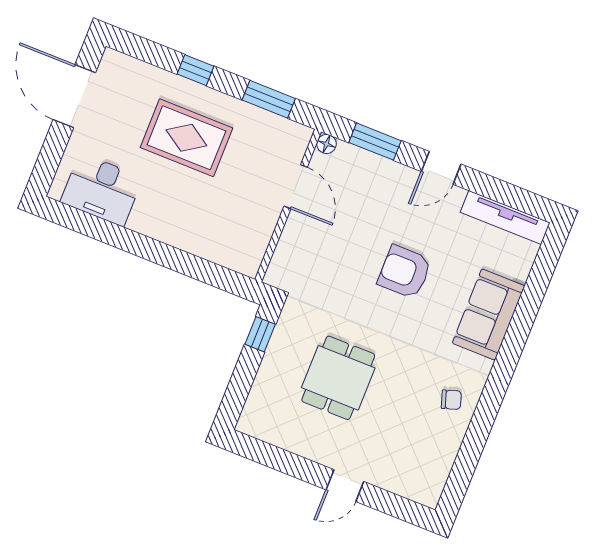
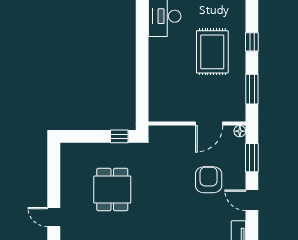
armchair: (405, 272) -> (209, 180), moved
dining table: (338, 378) -> (112, 189), turned 90

